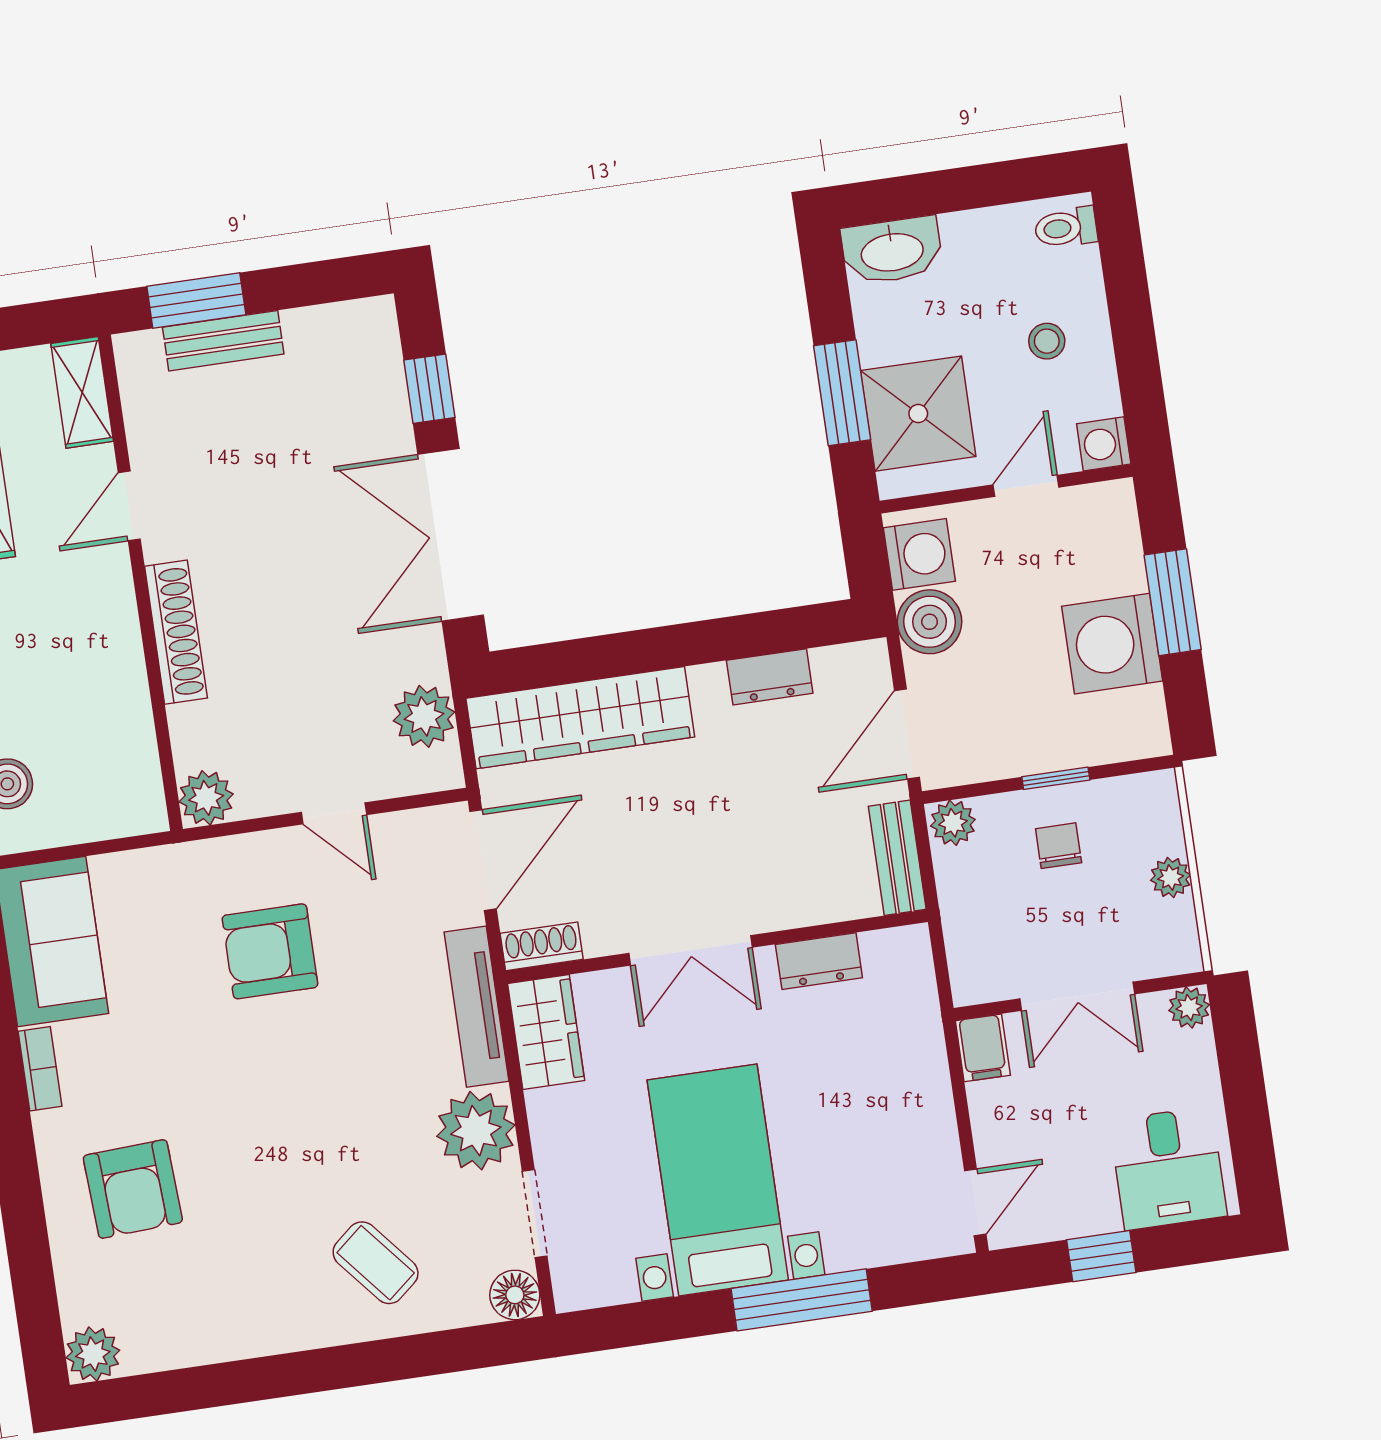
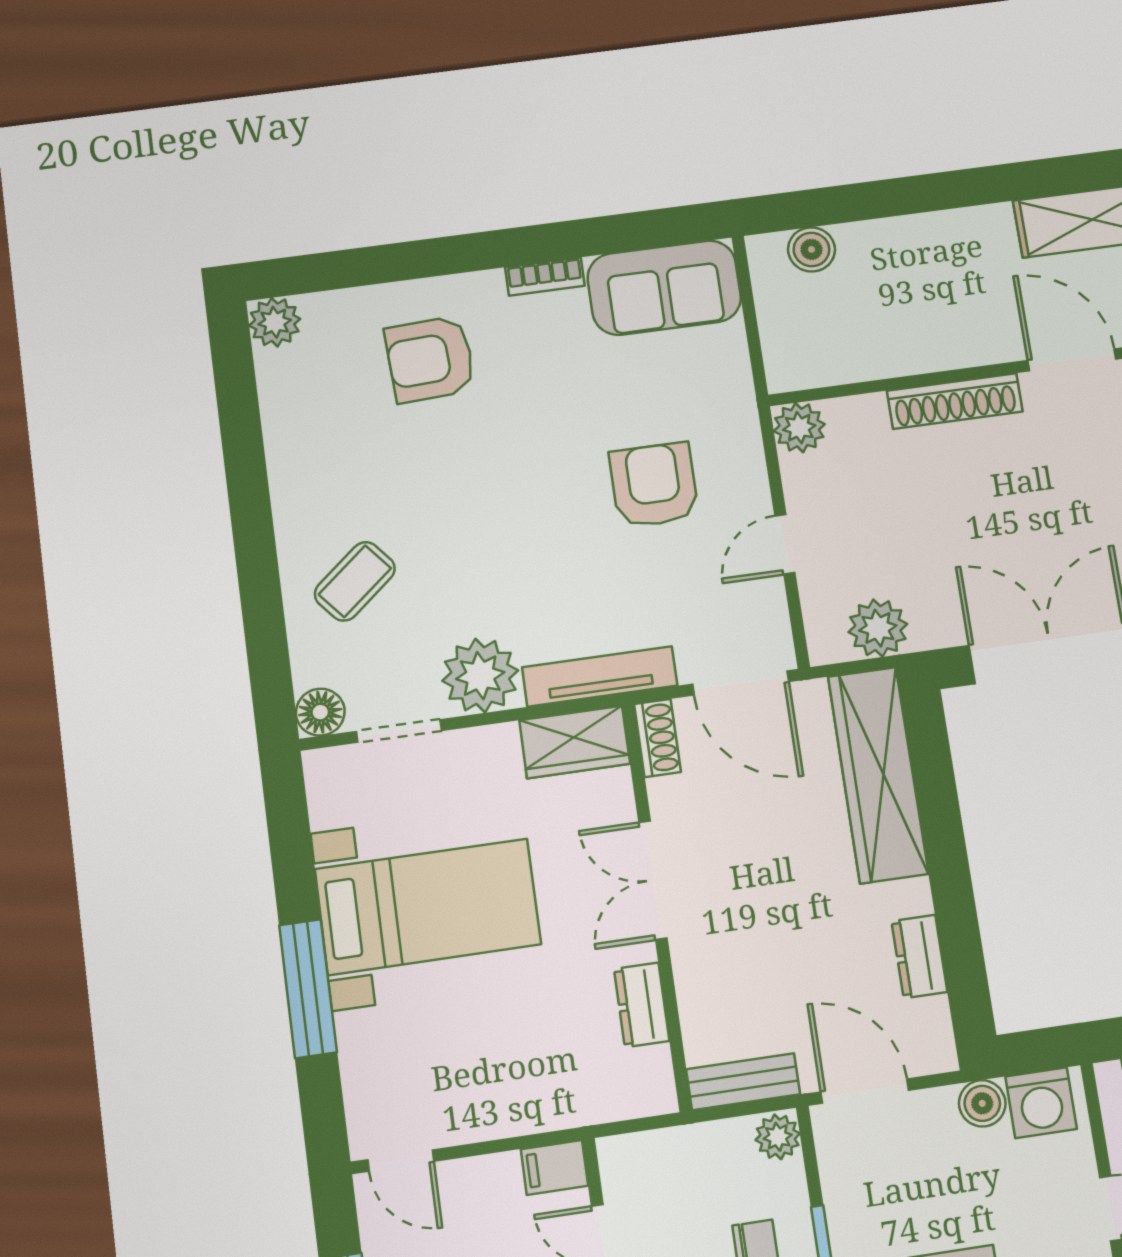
door: (129, 506) -> (1072, 360), width x1.37
boiler: (930, 622) -> (982, 1103), width x0.73, depth x0.73

